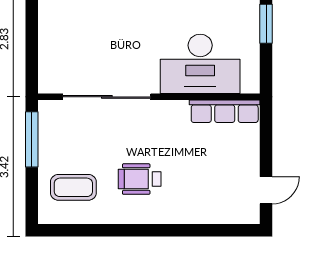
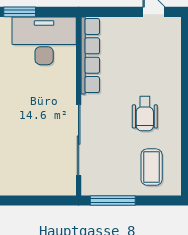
desk: (200, 64) -> (44, 41), moved, turned -90
row of seats: (225, 111) -> (90, 56), width x1.36

